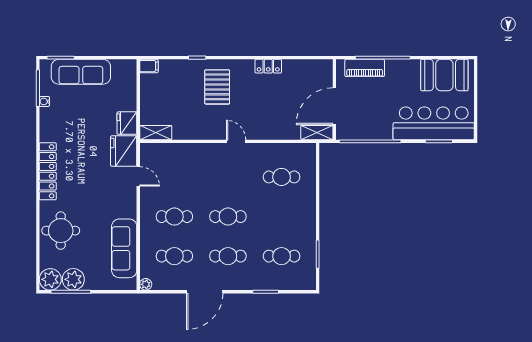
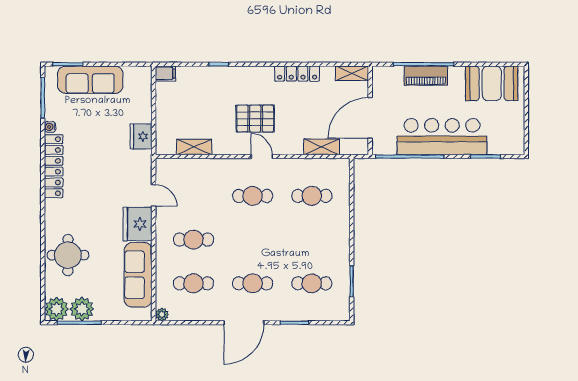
locker: (268, 66) -> (297, 74), width x1.53
shelving: (318, 66) -> (352, 73), added
piano: (365, 68) -> (426, 76), moved
pallet: (217, 87) -> (255, 119), moved, turned 90
water cooler: (44, 101) -> (50, 127), moved
bar counter: (434, 123) -> (442, 137), moved
shelving: (156, 133) -> (194, 147), moved
shelving: (317, 133) -> (322, 147), moved
fridge: (124, 151) -> (138, 224), moved
locker: (48, 171) -> (54, 166), moved
cafe table: (228, 217) -> (253, 196), moved
door: (205, 292) -> (244, 323), moved

